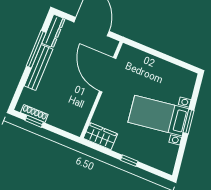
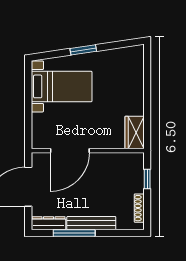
bed with nightstands: (158, 116) -> (62, 86), moved, turned -82
window: (34, 121) -> (147, 179), moved
window: (129, 161) -> (147, 93), removed

